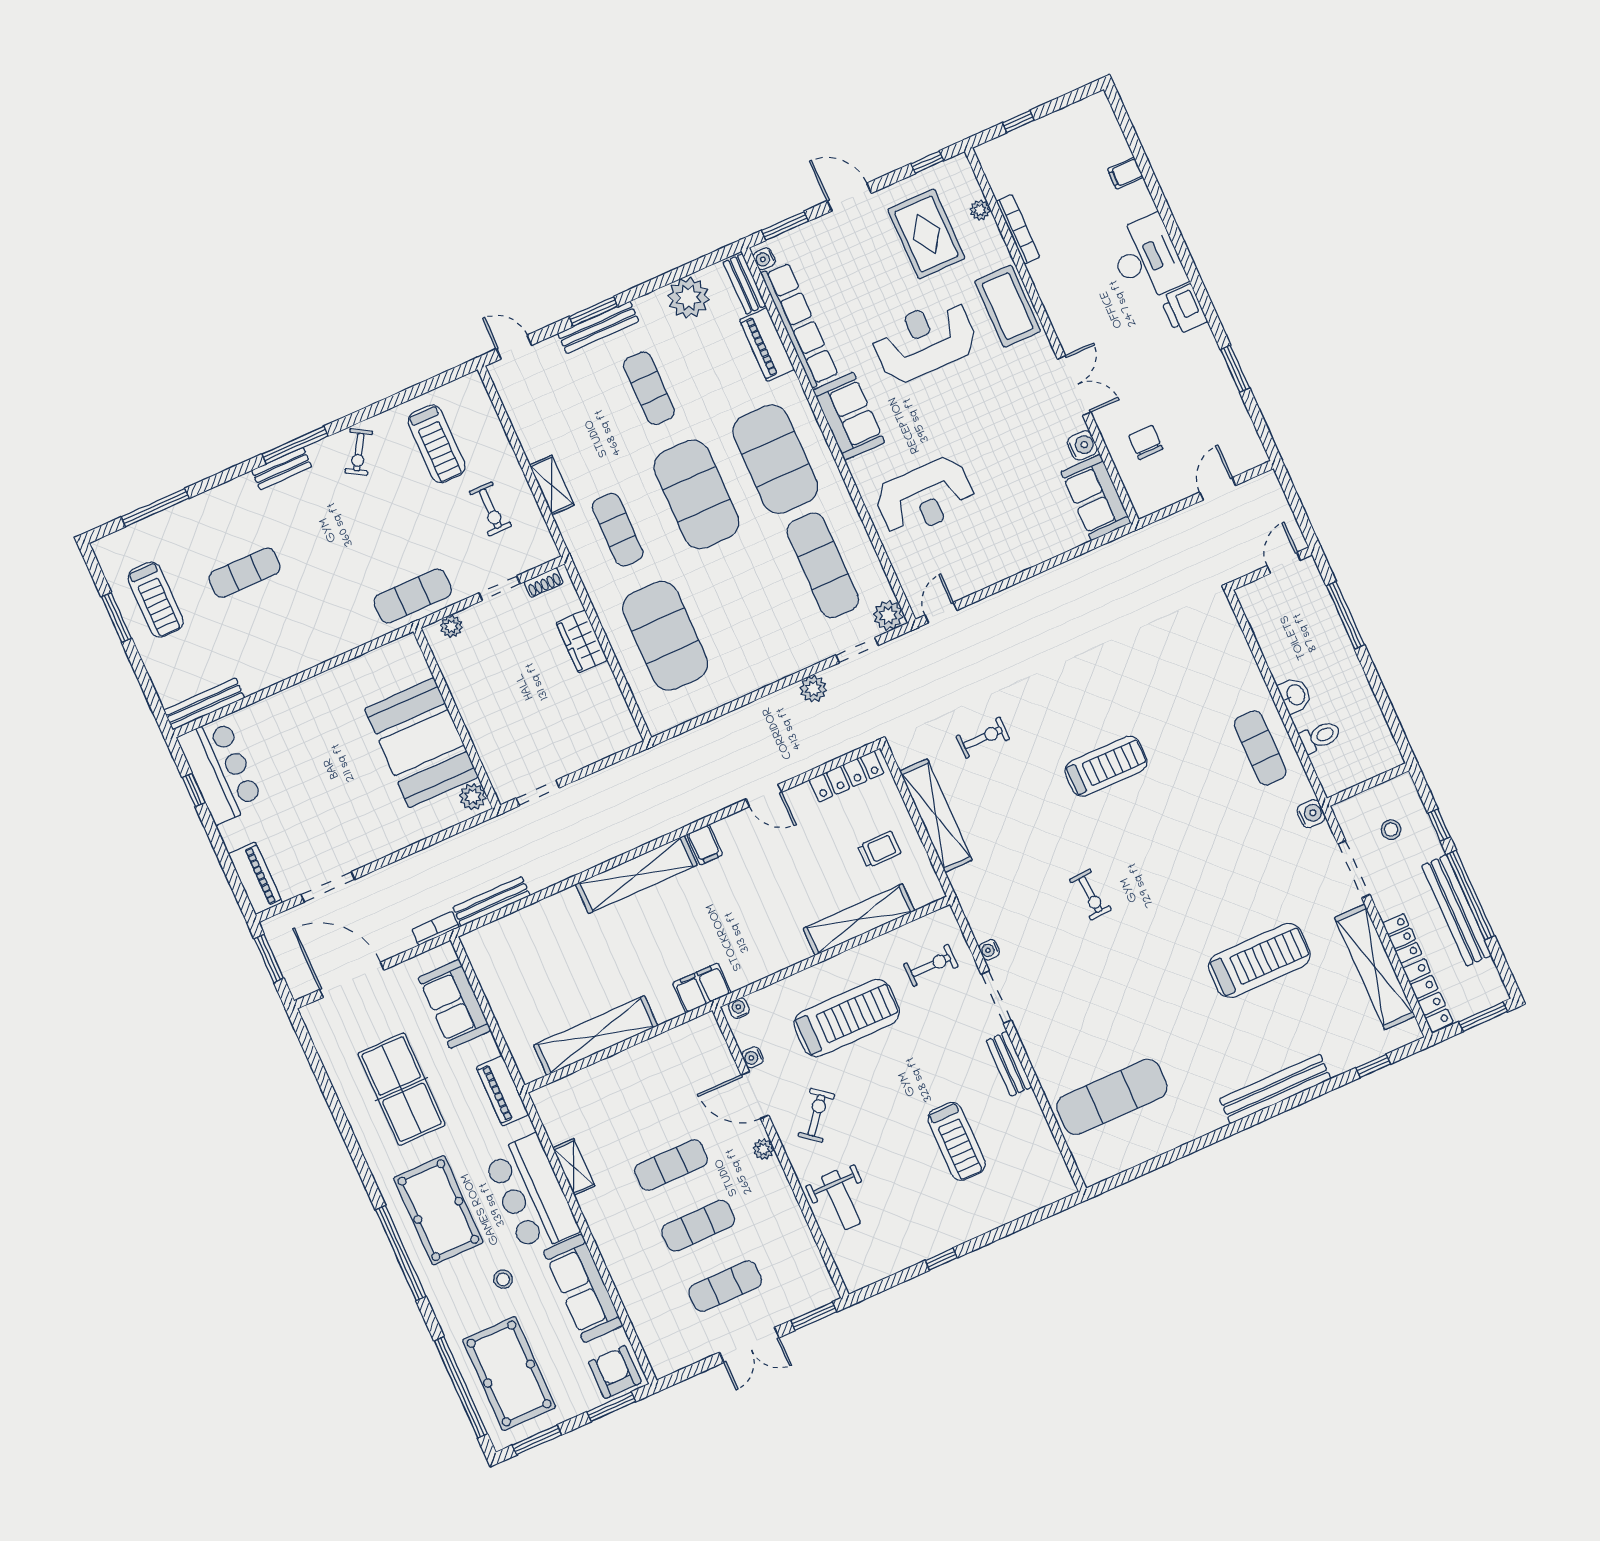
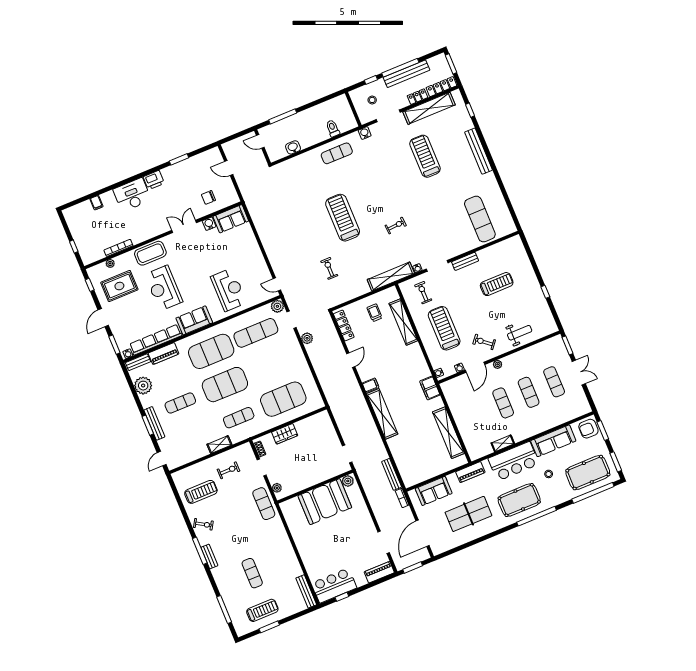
washbasin: (1295, 695) -> (293, 147), moved
treadmill: (1106, 766) -> (343, 218), width x1.37, depth x1.38
shelving: (936, 816) -> (391, 276), moved

